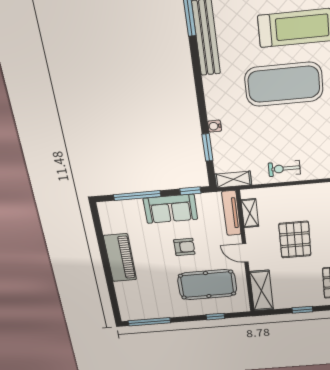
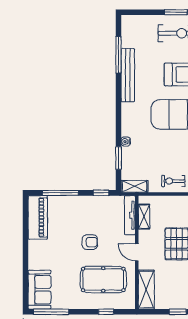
sofa: (170, 209) -> (40, 290), moved, turned -90
piano: (120, 258) -> (38, 217), moved

